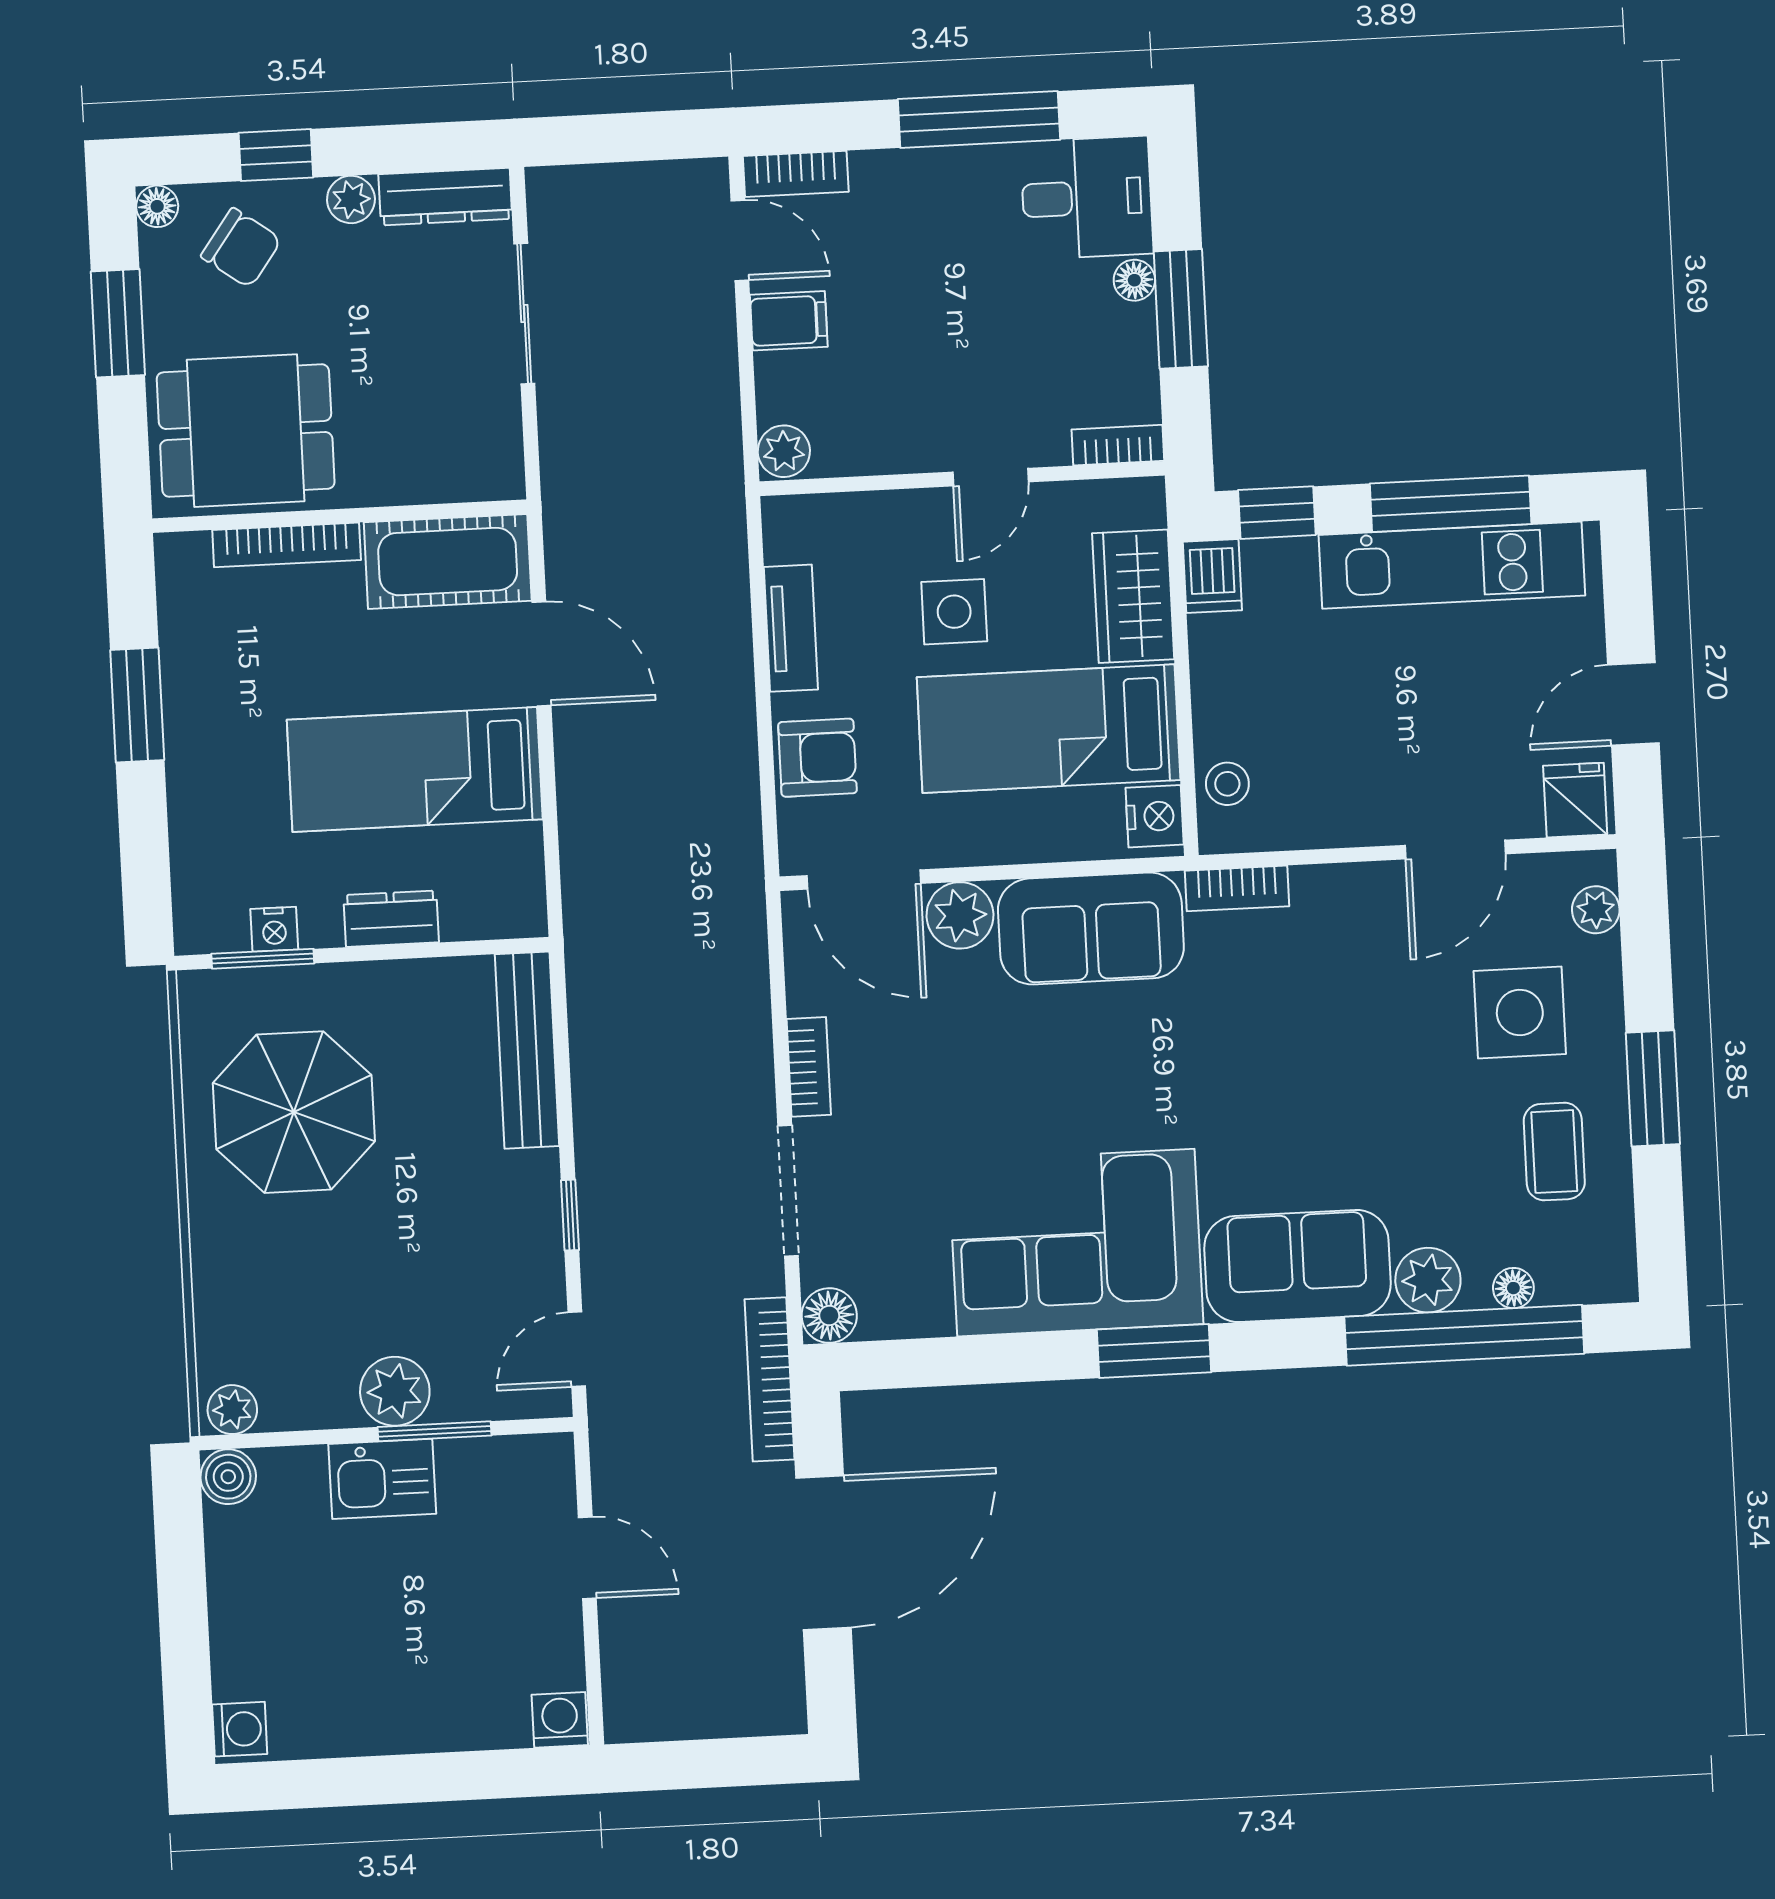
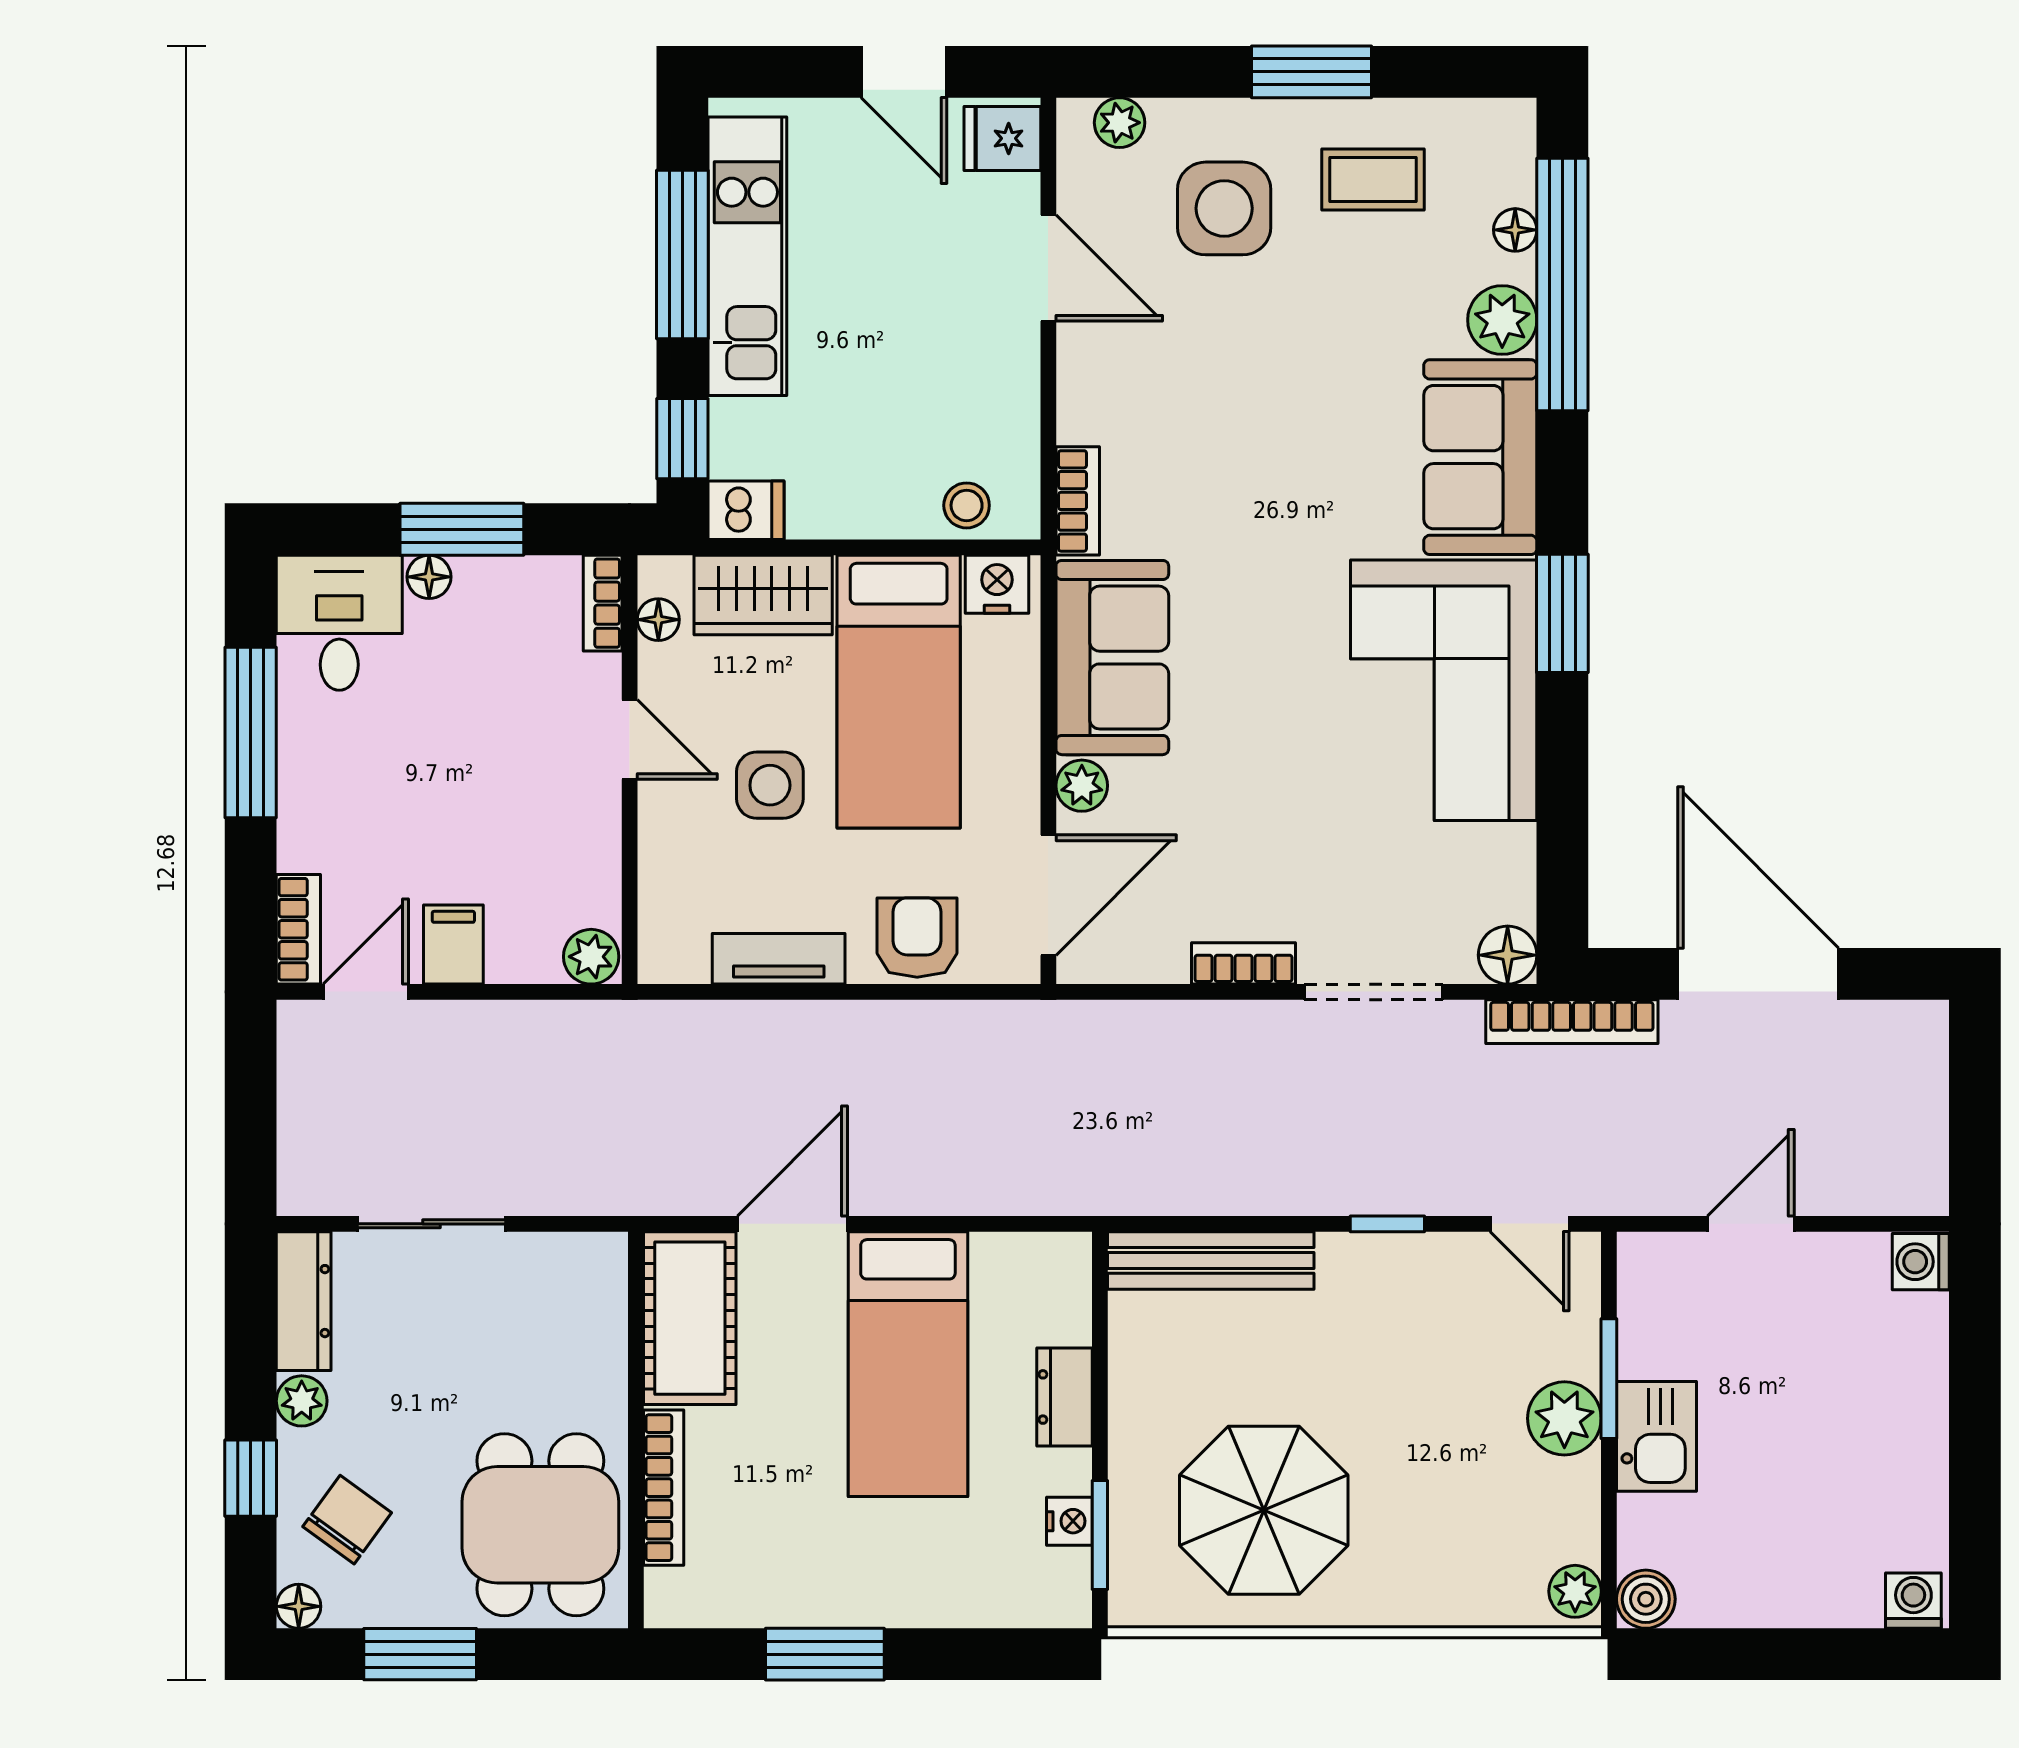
floor lamp: (1105, 498) -> (658, 620), added
plant: (960, 915) -> (1082, 786), width x0.73, depth x0.73

